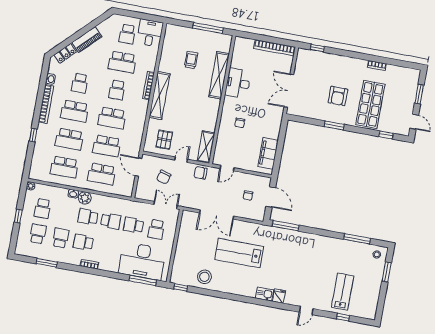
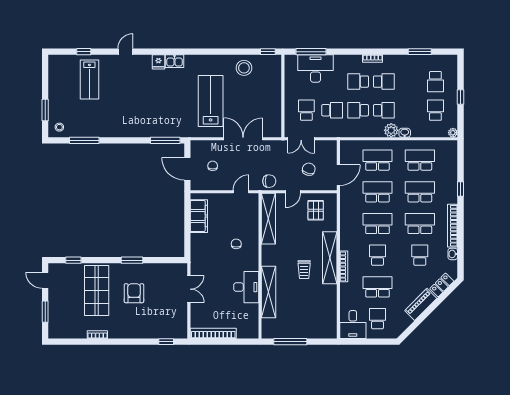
trolley: (191, 60) -> (304, 270), moved
double door: (289, 91) -> (189, 289), width x0.73
shelving: (206, 147) -> (268, 219), width x1.47
door: (139, 167) -> (338, 175), hinge flipped
school desk: (61, 238) -> (358, 82), moved, turned 90
lab bench: (239, 253) -> (211, 101), turned -90
desk: (142, 261) -> (316, 68), width x0.73, depth x0.77

